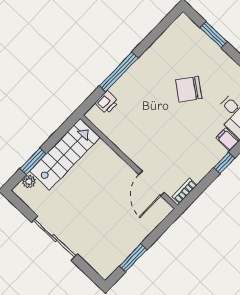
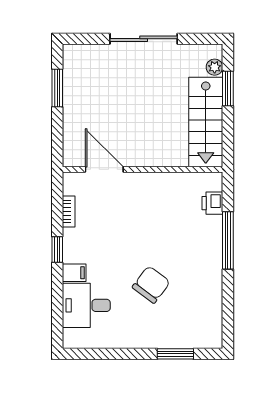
bookcase: (185, 191) -> (69, 212), moved

